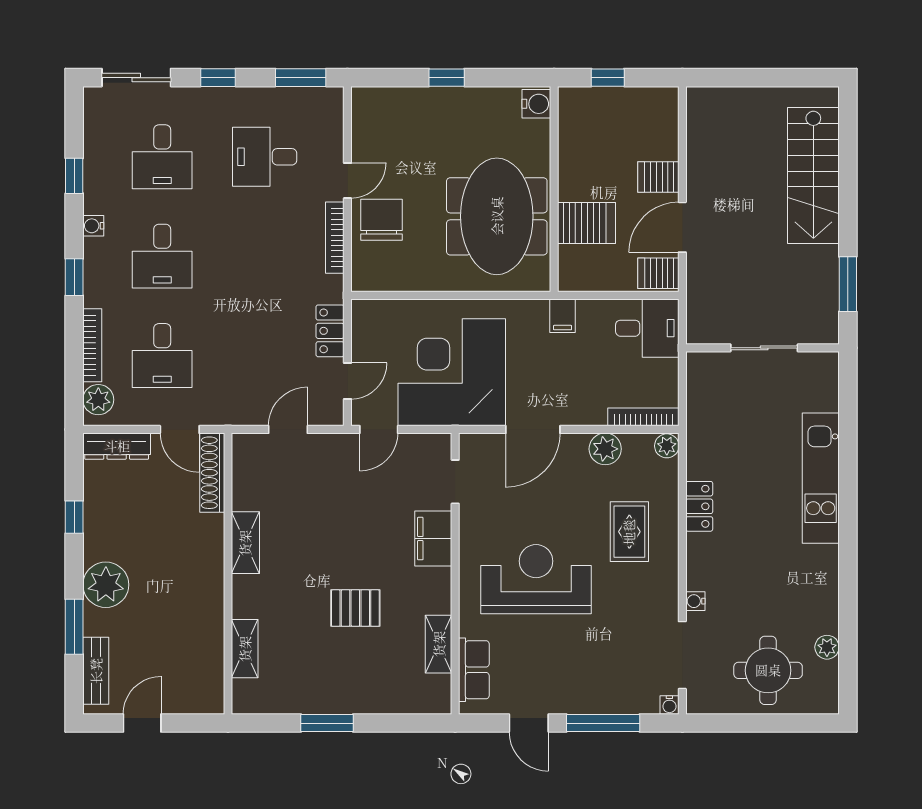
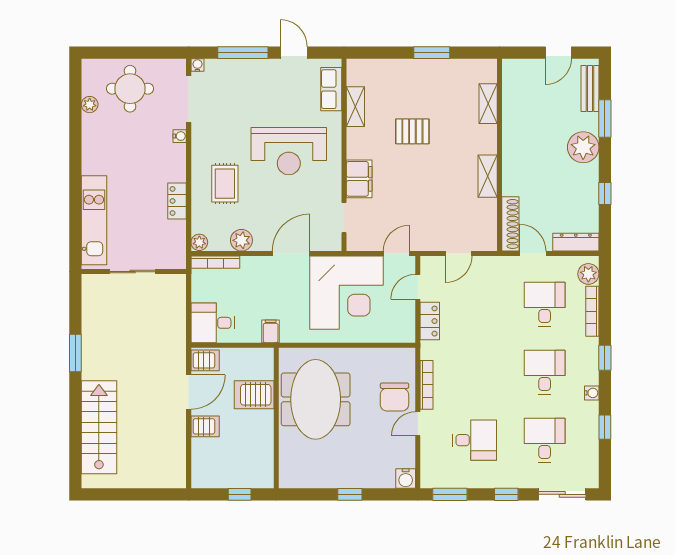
water cooler: (536, 104) -> (406, 479), moved, turned -90
wall: (762, 348) -> (134, 272), moved
sliding door: (764, 348) -> (133, 272), moved

